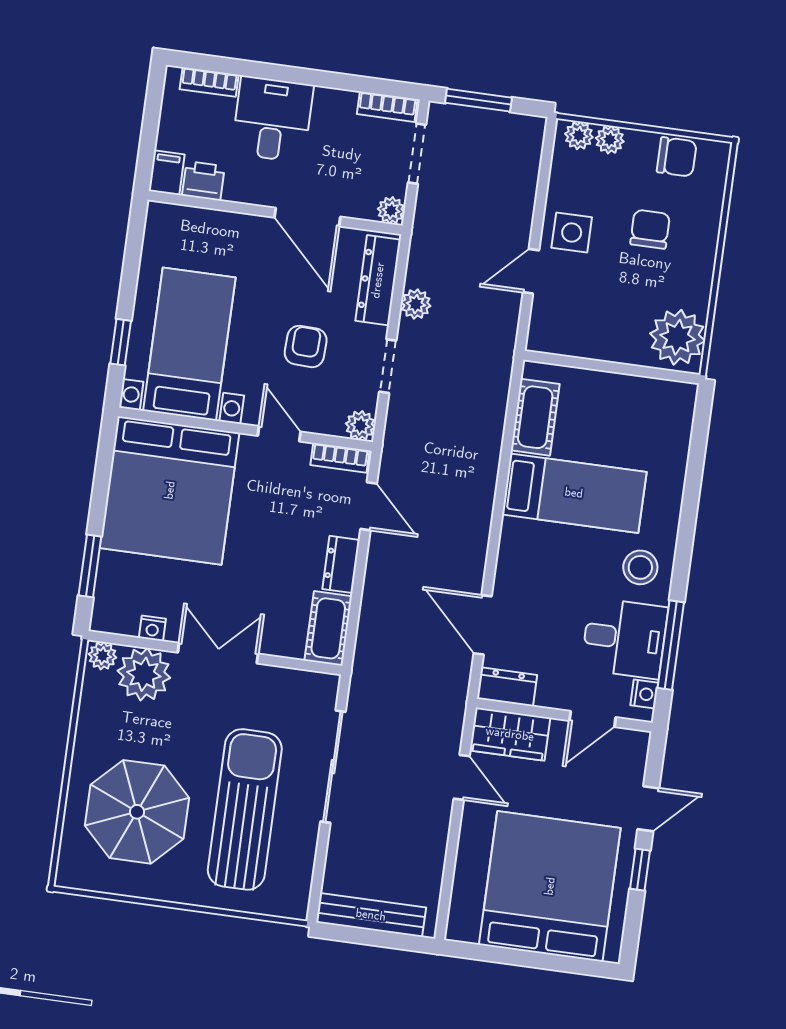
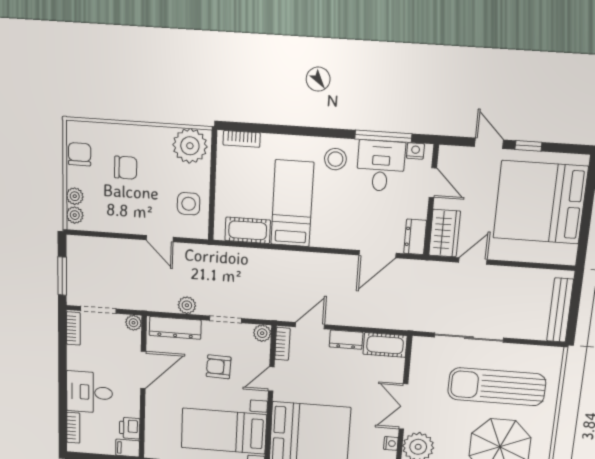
chair: (650, 229) -> (126, 168), turned 180
side table: (572, 233) -> (189, 204), moved
bookcase: (682, 421) -> (242, 139), added

